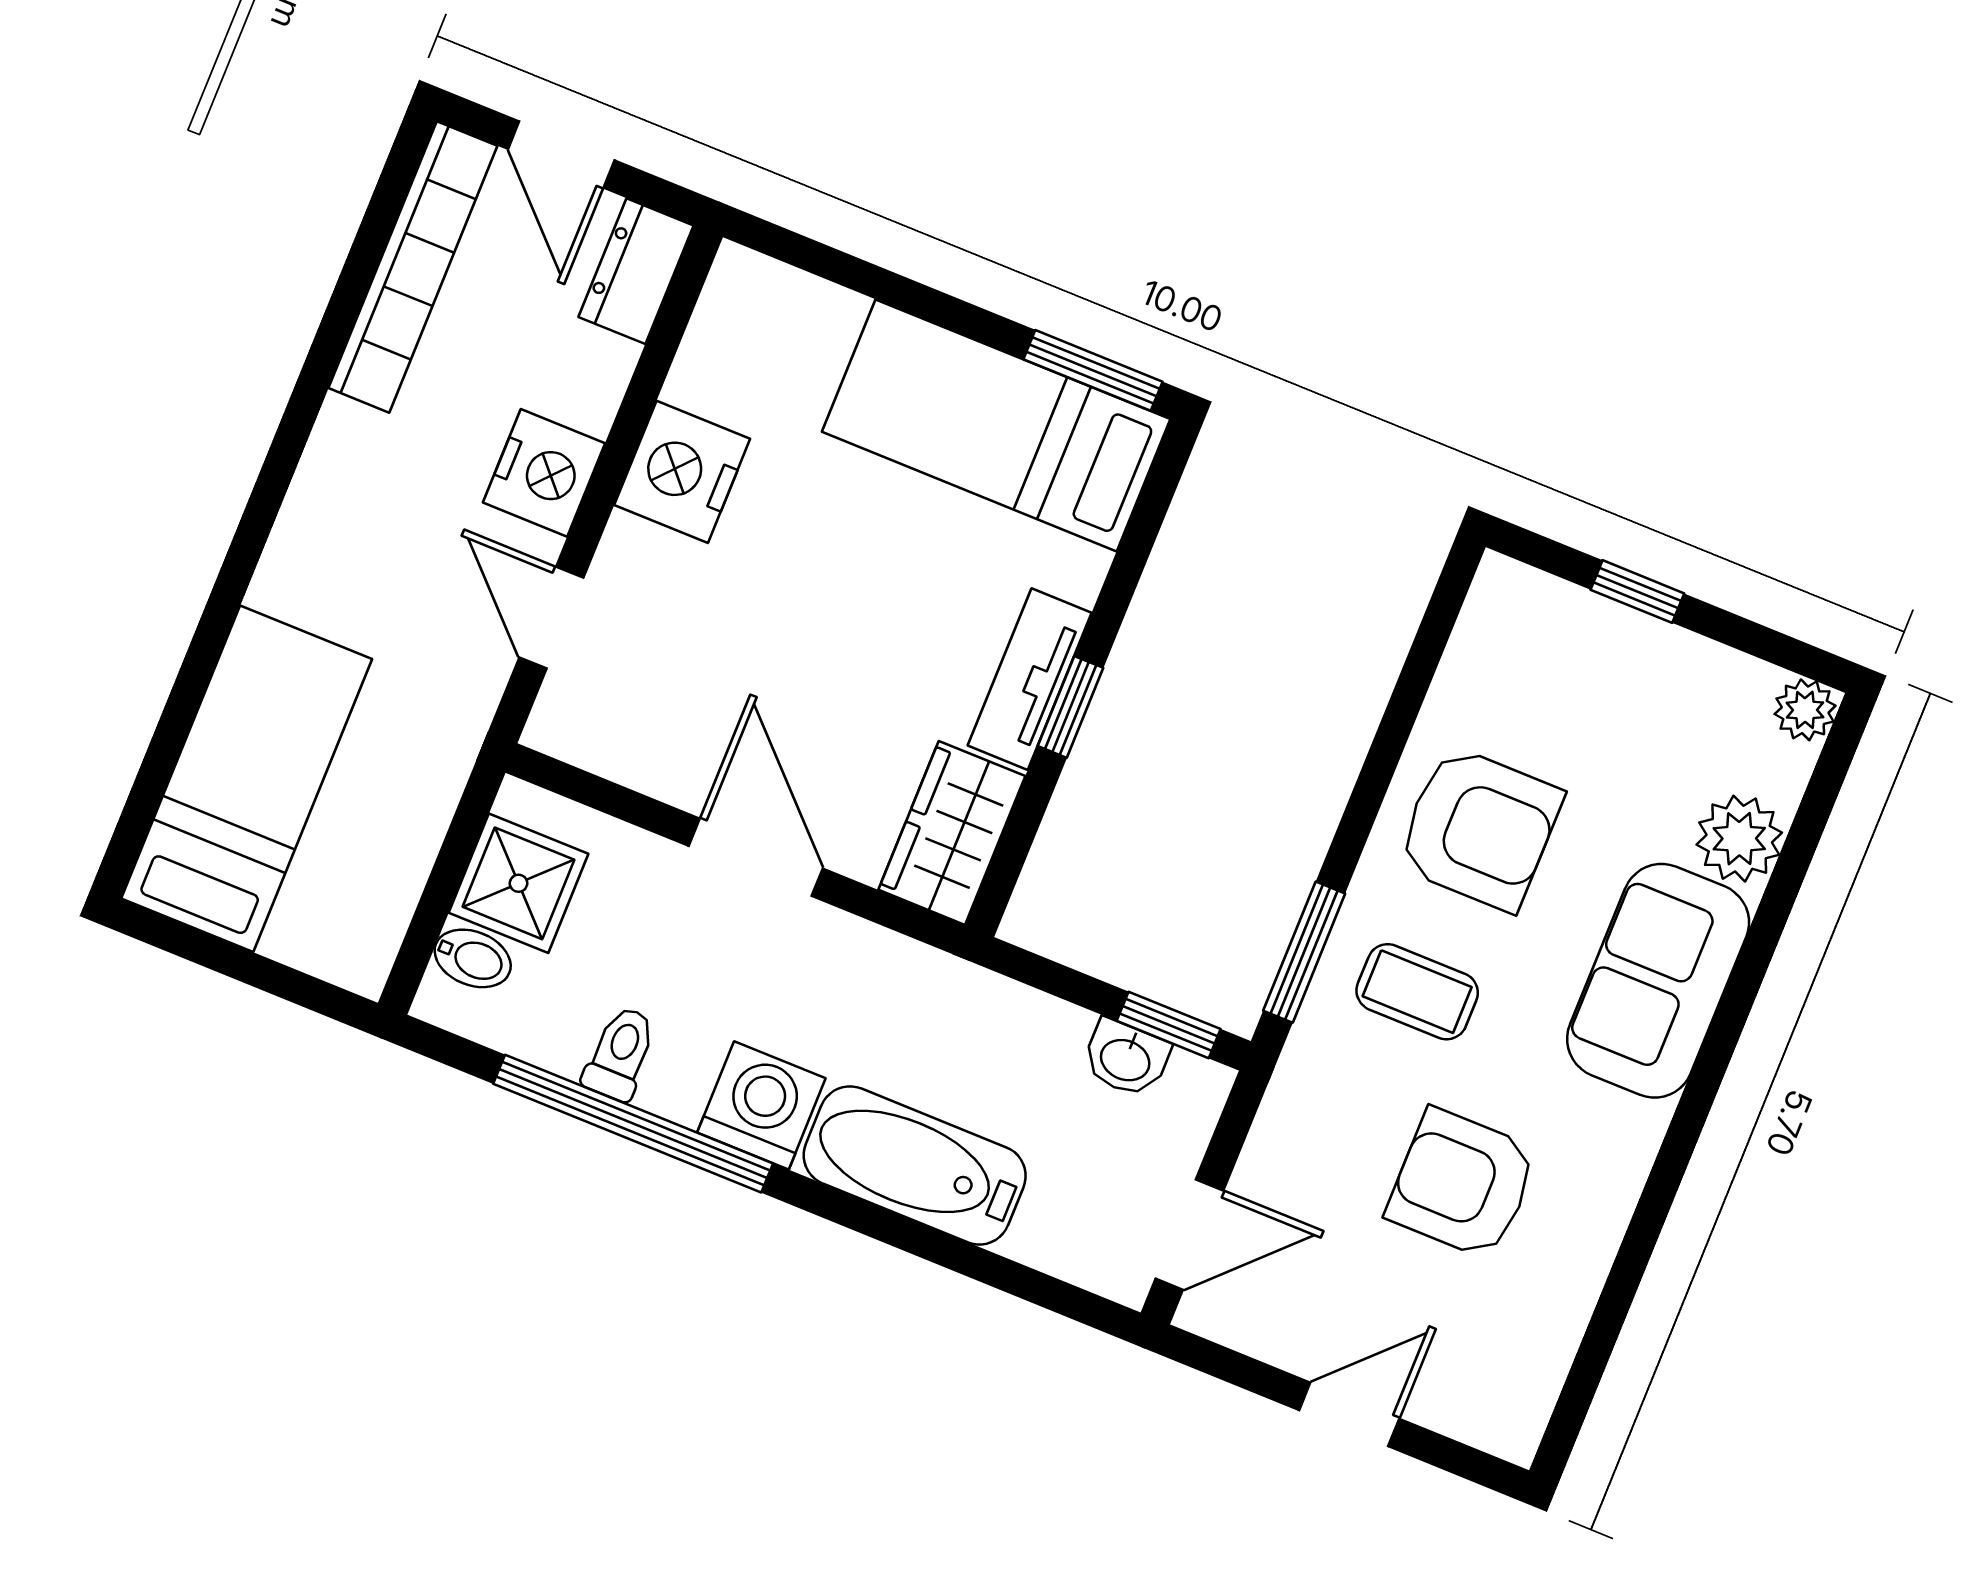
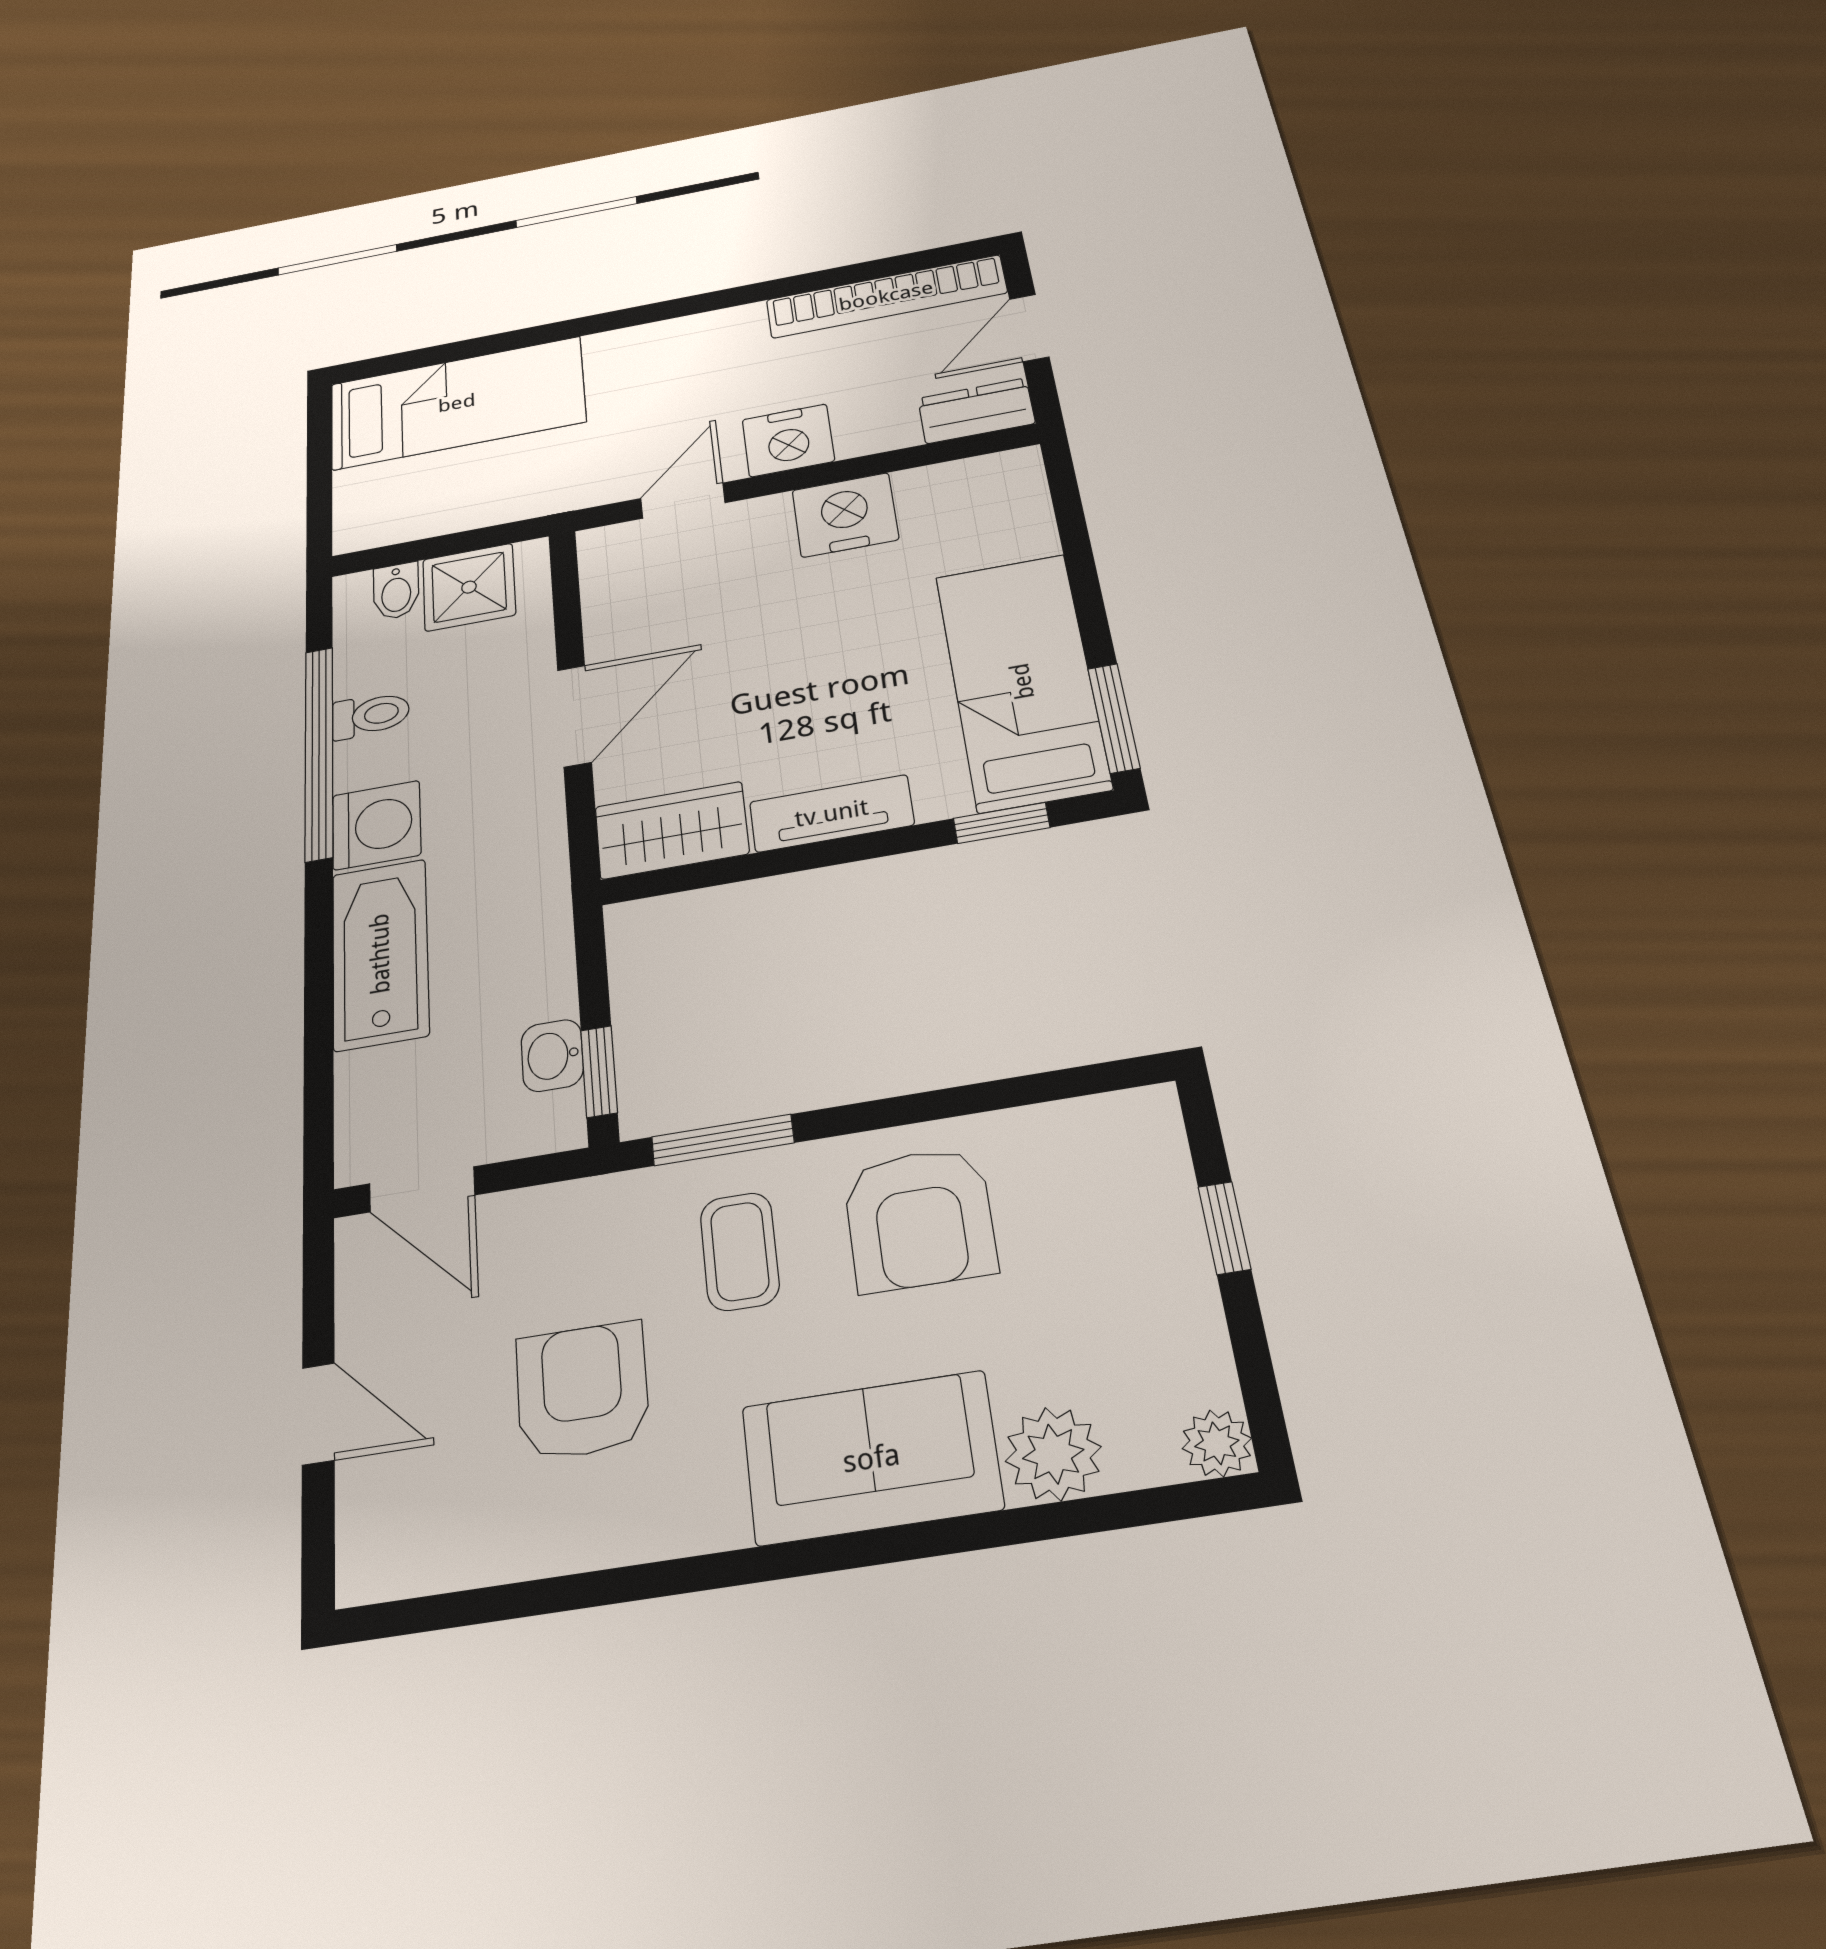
window: (1070, 707) -> (1001, 823), moved

